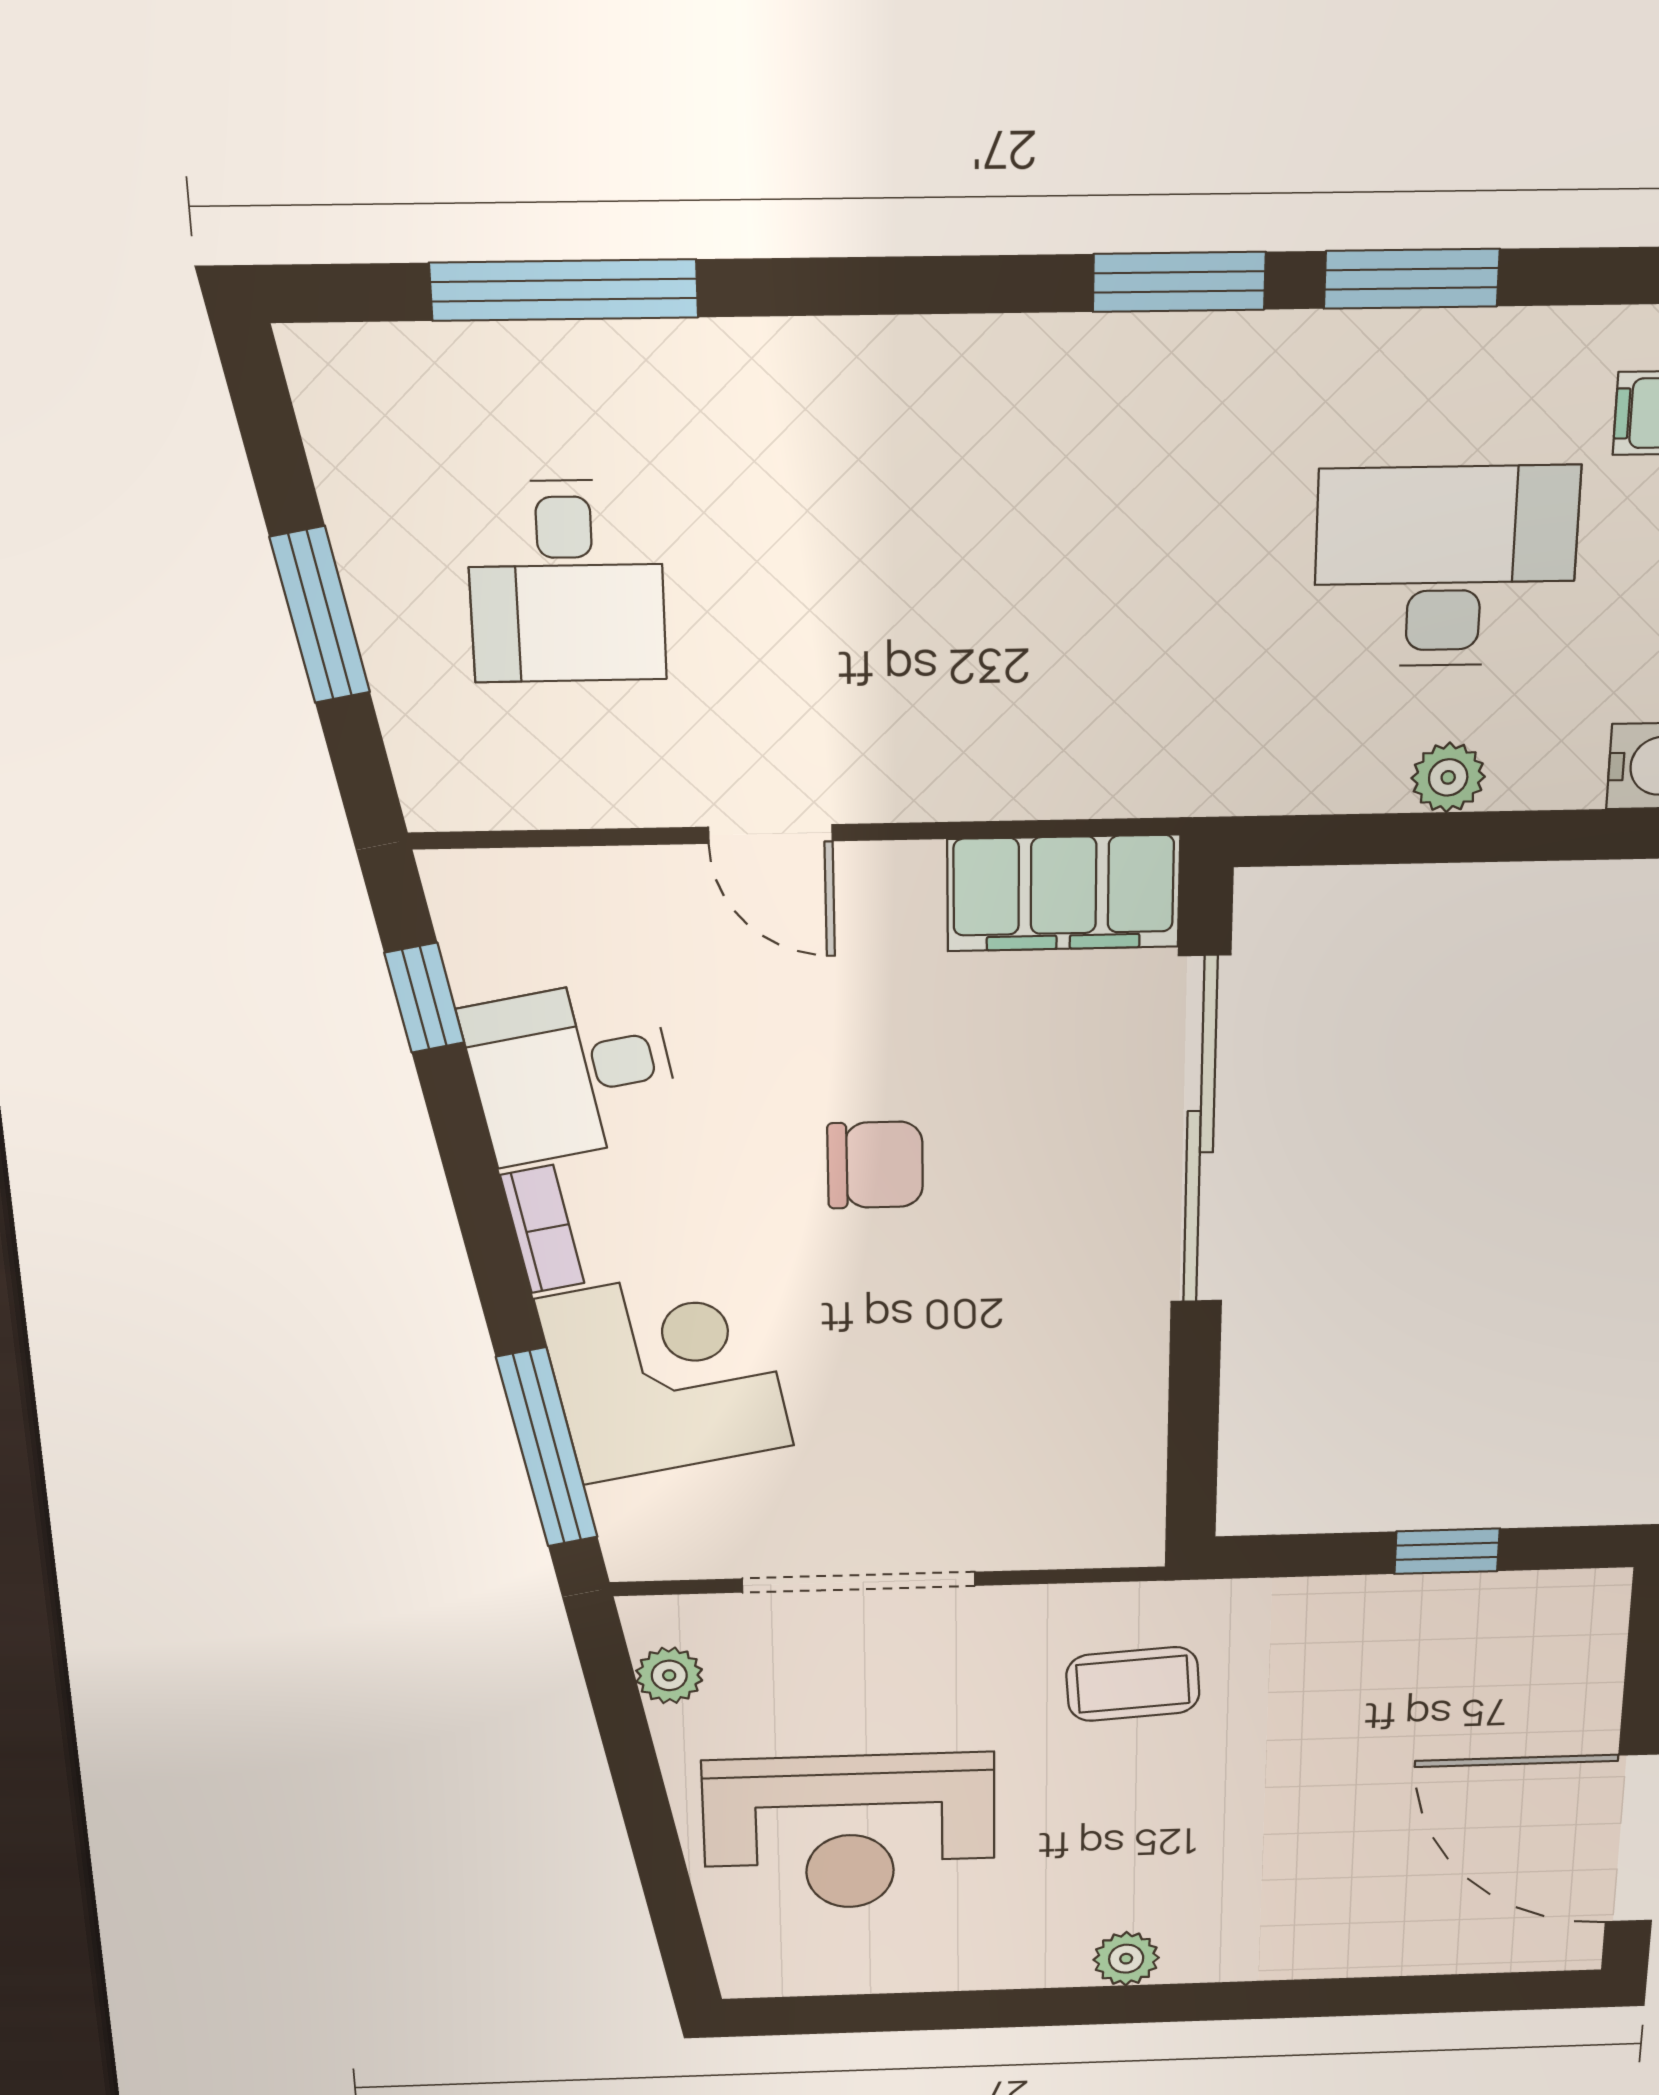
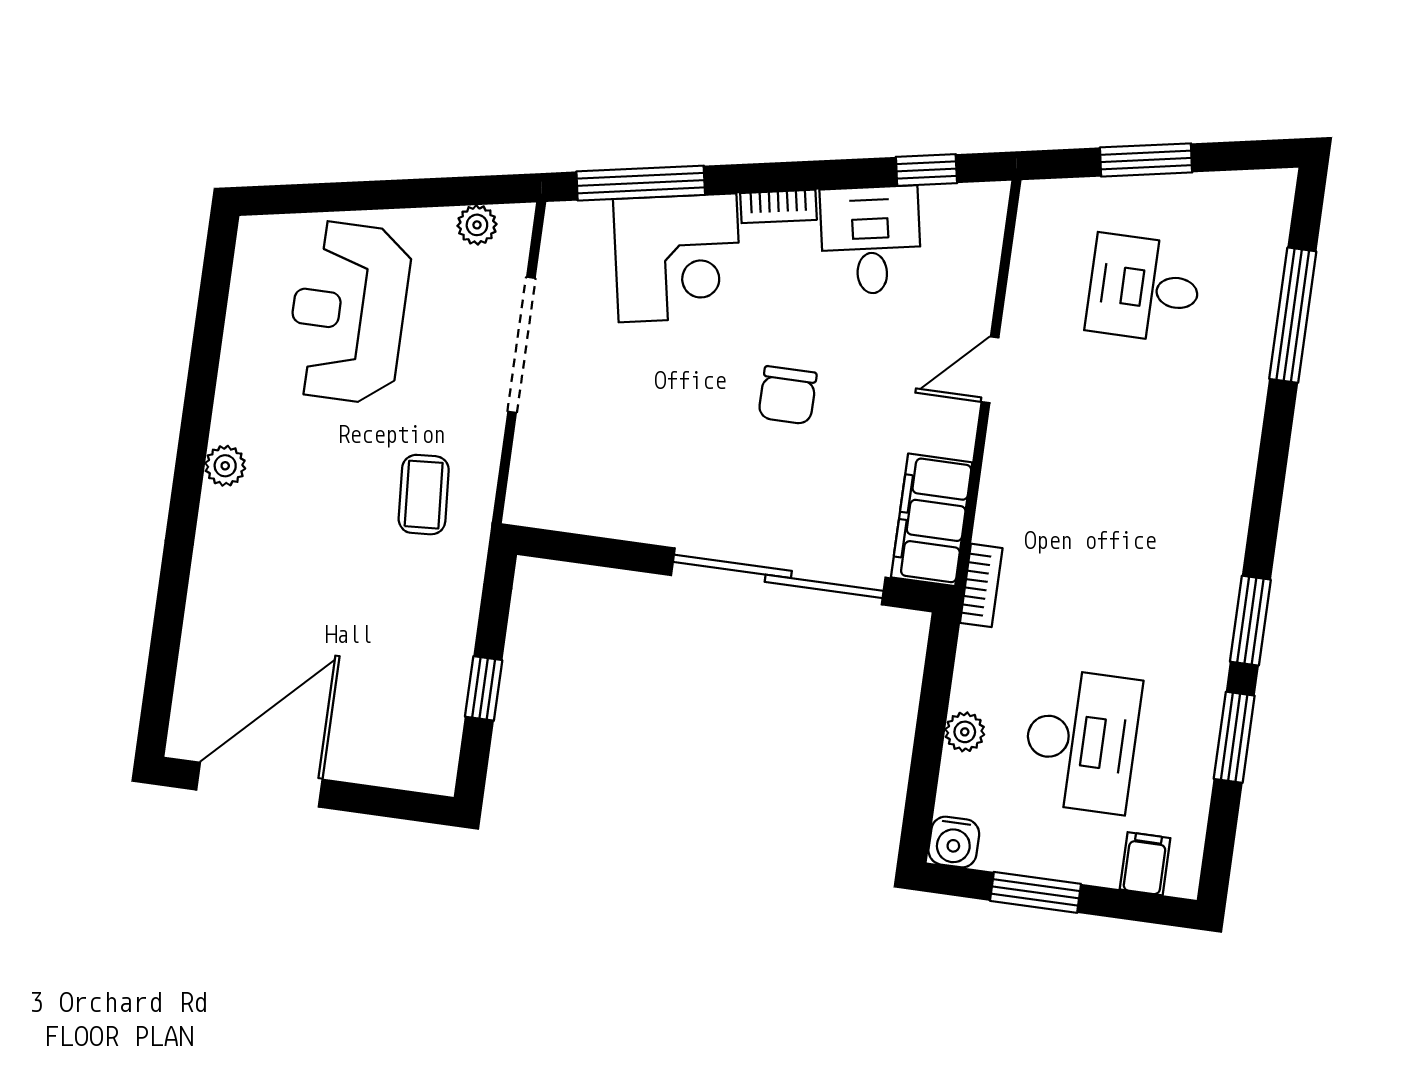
bookcase: (1173, 789) -> (981, 585), added

